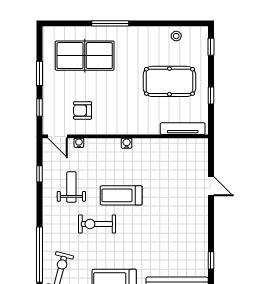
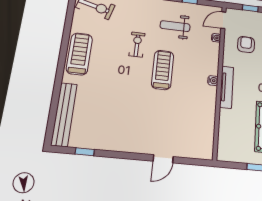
tv unit: (183, 129) -> (227, 87), moved
weight bench: (71, 187) -> (175, 26), turned 180
exercise bike: (97, 224) -> (137, 44), width x0.73, depth x0.72

